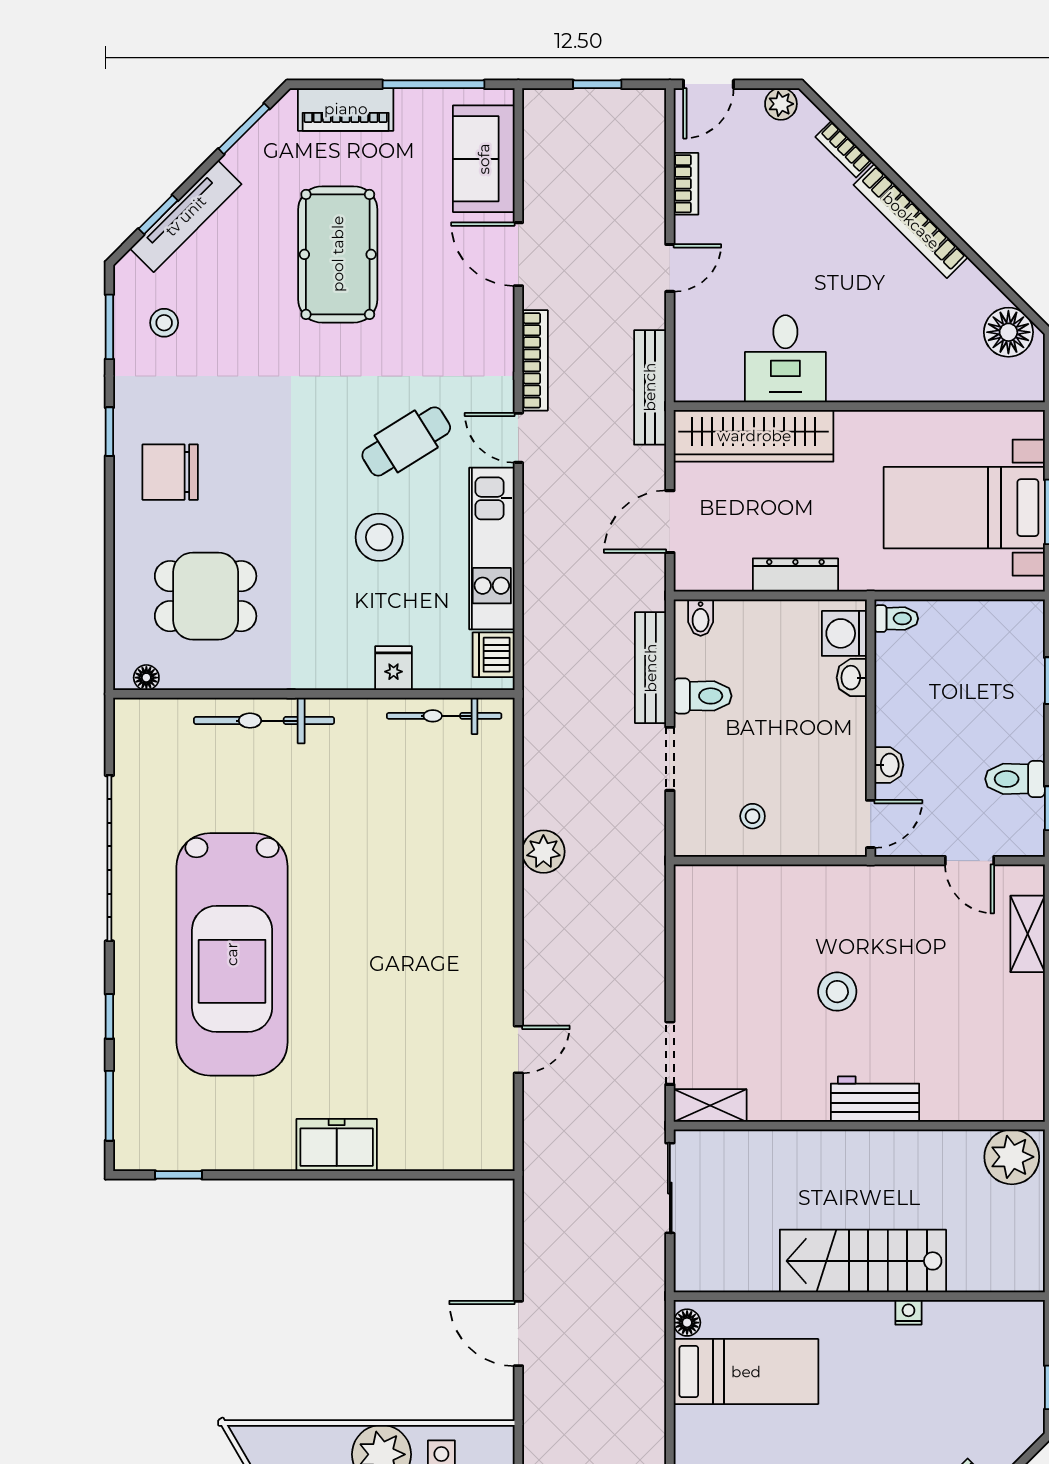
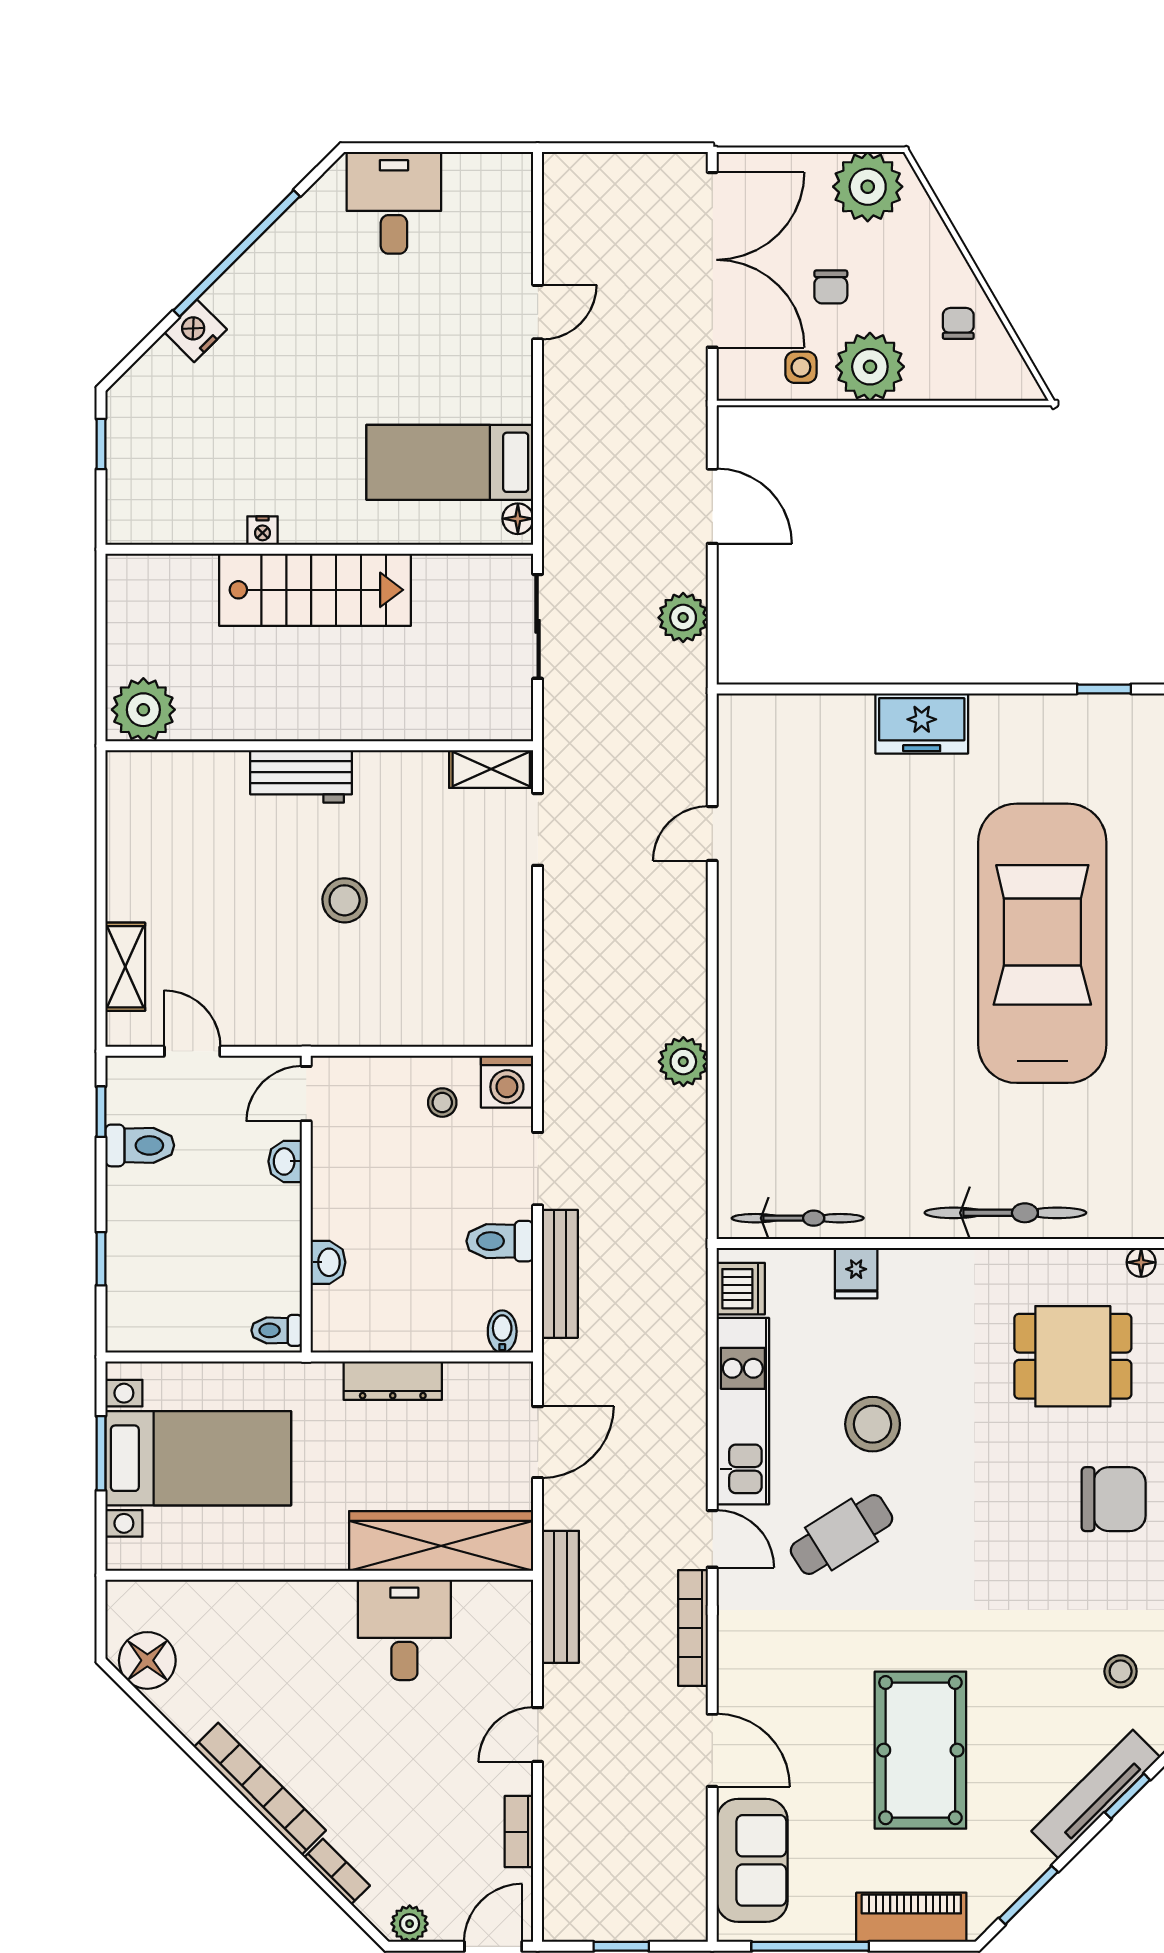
washing machine: (844, 633) -> (507, 1082), moved, turned 90
sliding door: (670, 1188) -> (538, 626), moved
plant: (544, 1237) -> (683, 618), added

